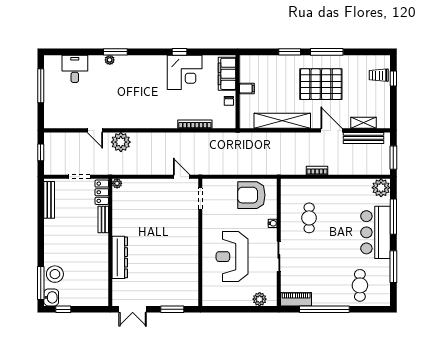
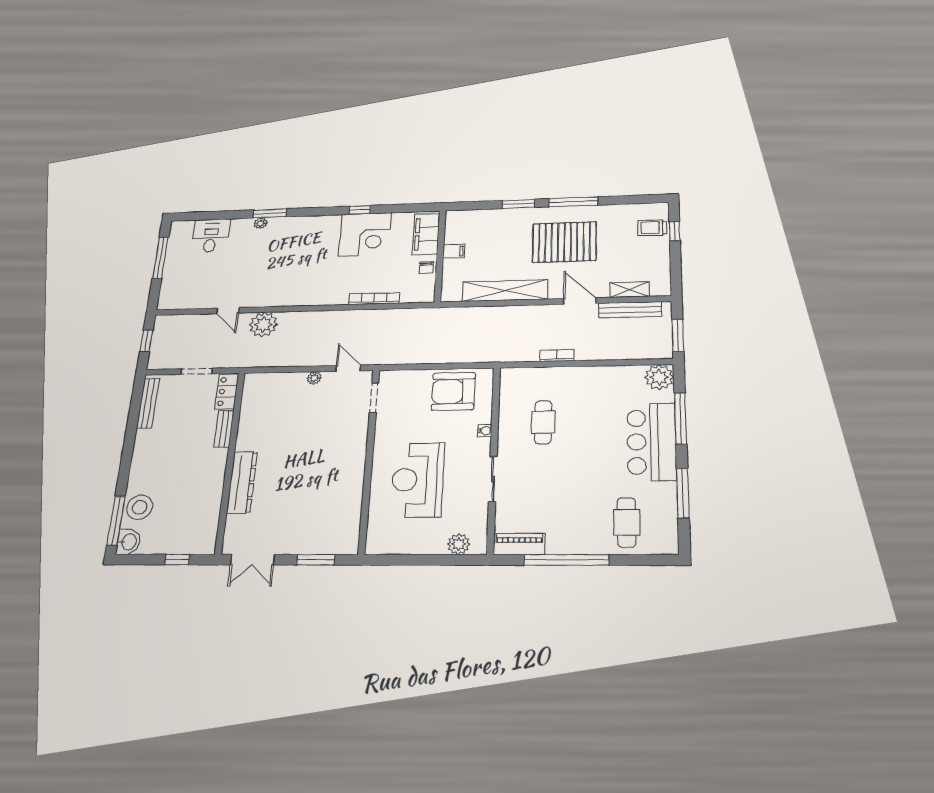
plant: (117, 183) -> (314, 378), moved
window: (63, 309) -> (177, 560), moved

